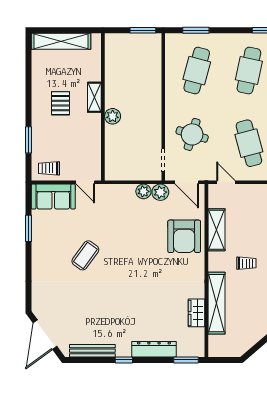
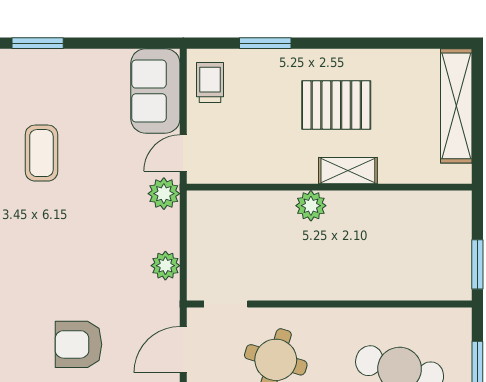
pallet: (61, 103) -> (336, 105), width x1.50, depth x1.42
plant: (160, 192) -> (164, 194), moved
window: (29, 228) -> (38, 43), moved
armchair: (184, 236) -> (78, 344), width x0.73, depth x0.73
coffee table: (85, 255) -> (41, 153), turned 54

